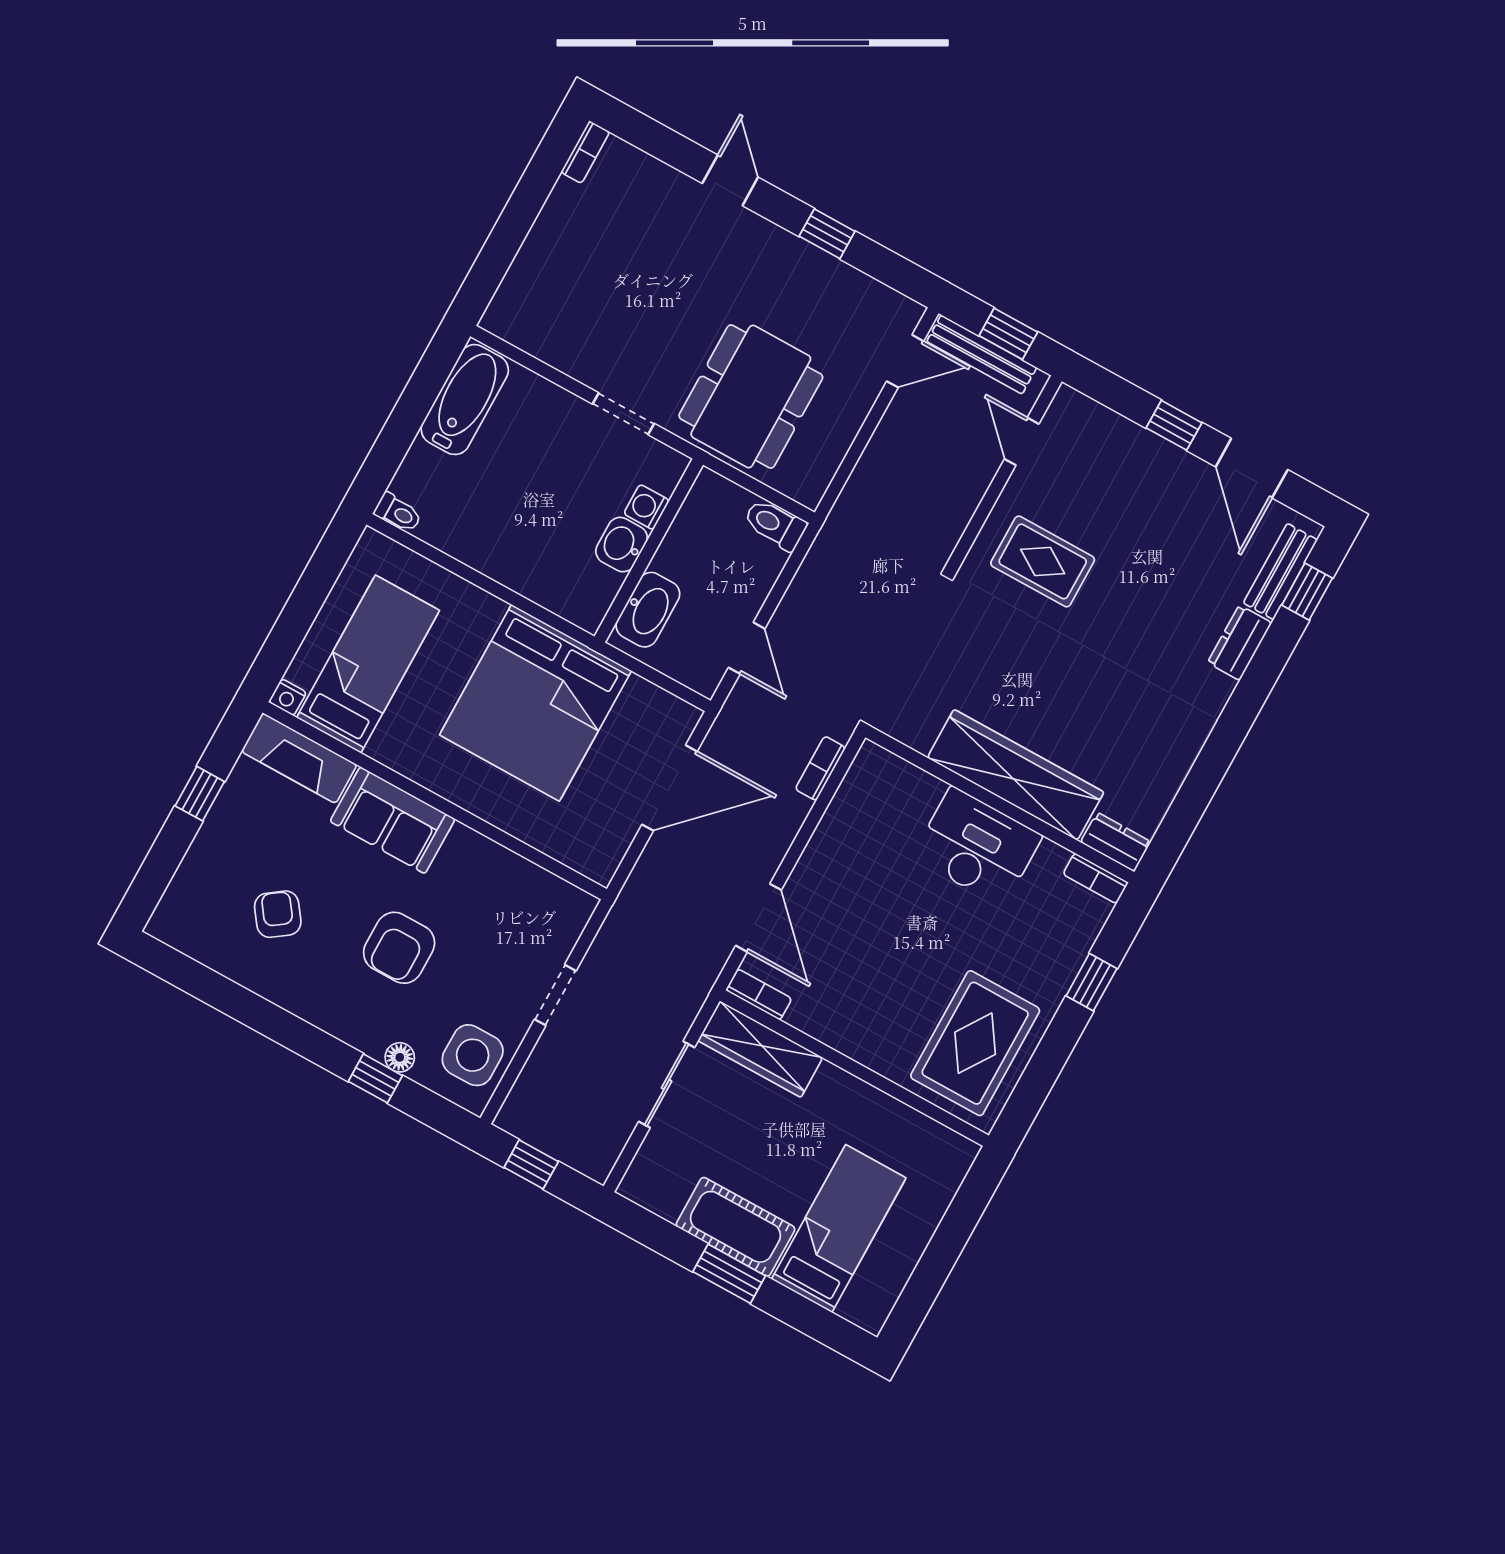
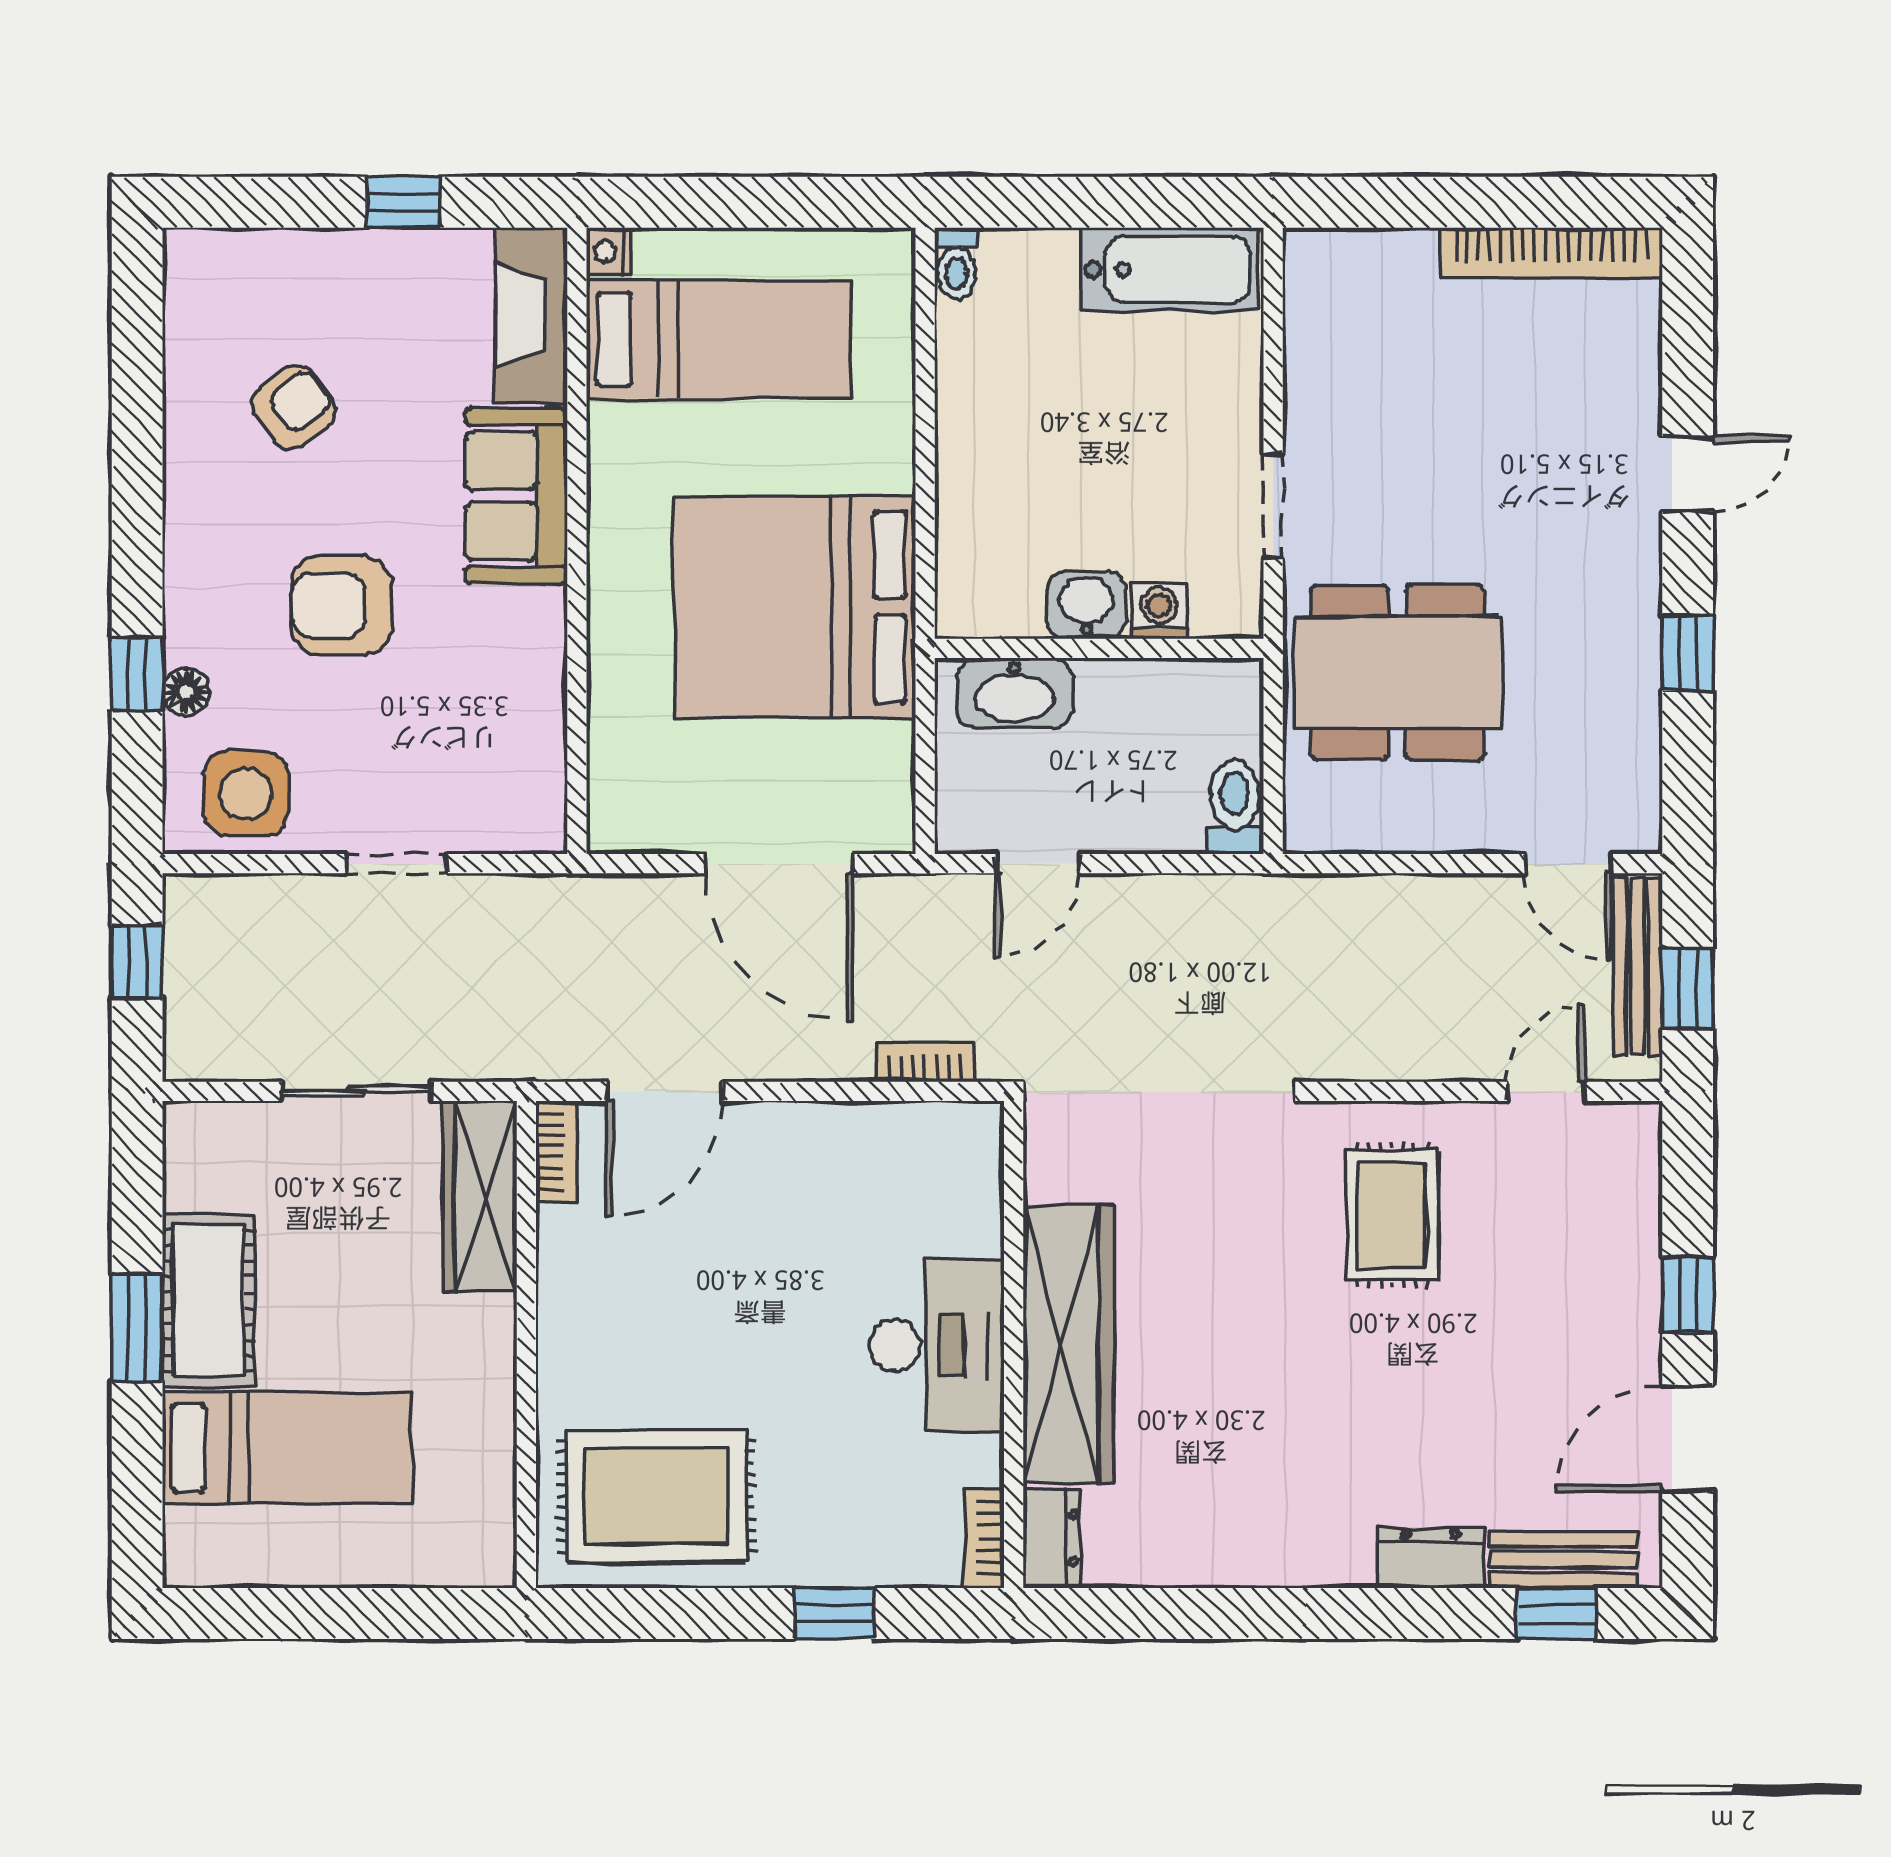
bookcase: (585, 152) -> (1551, 253), width x2.31, depth x1.31

